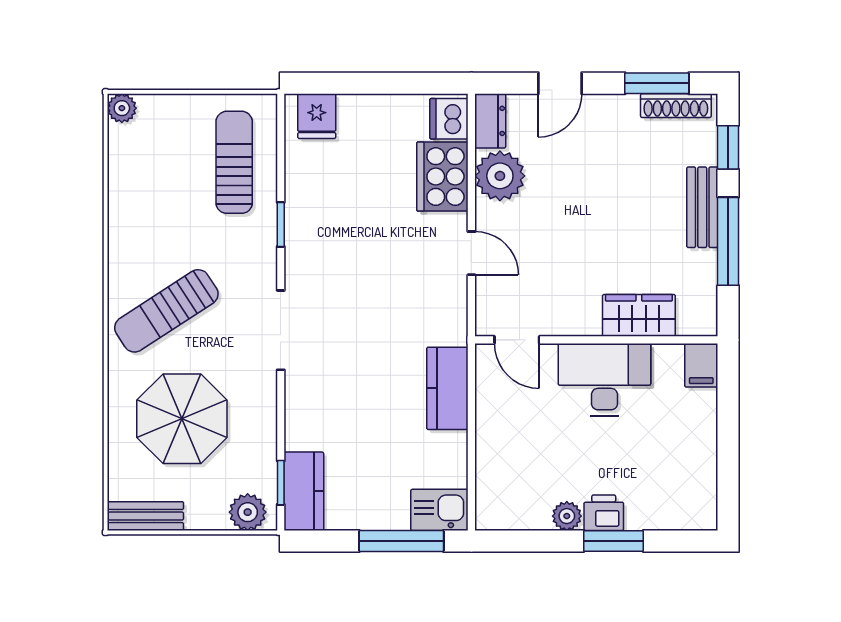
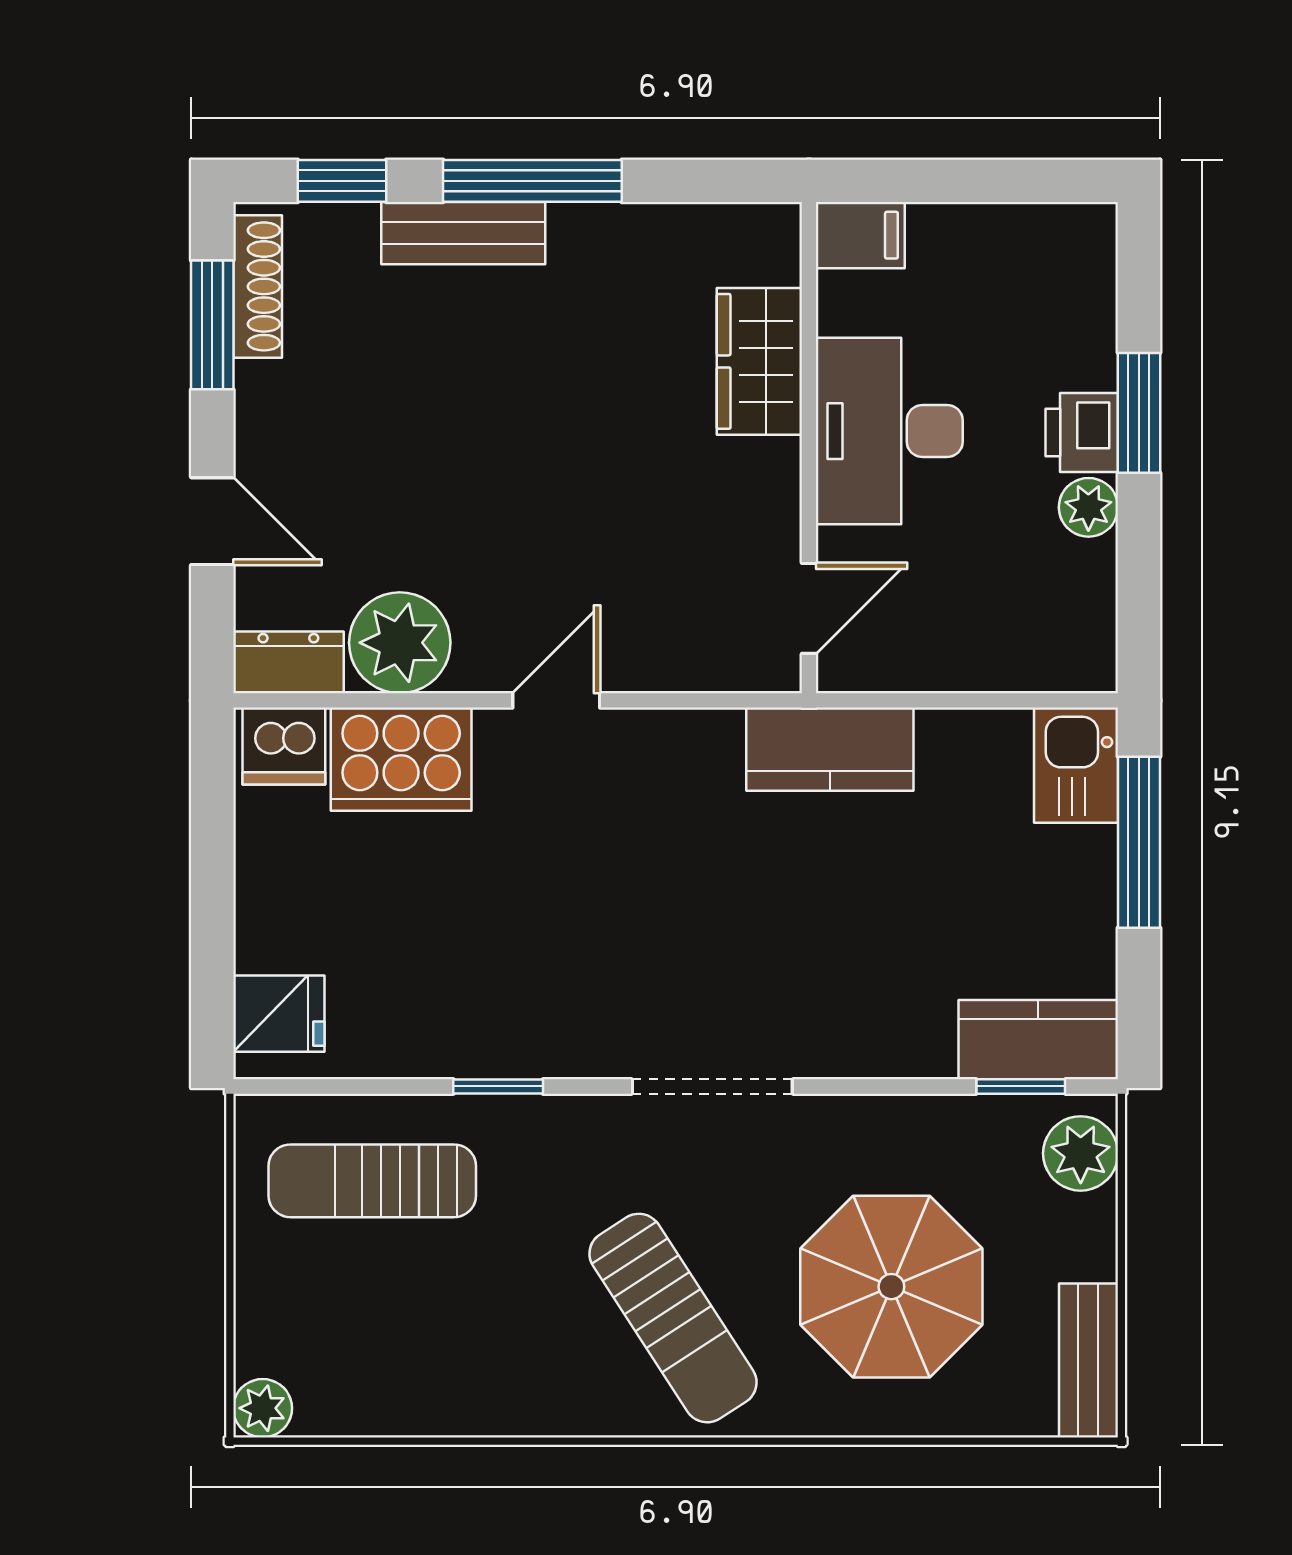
wardrobe: (639, 315) -> (759, 361), moved
door: (517, 340) -> (809, 608), moved
wall: (596, 340) -> (809, 448), moved
filing cabinet: (701, 365) -> (860, 235), moved
desk: (604, 380) -> (889, 431), moved

